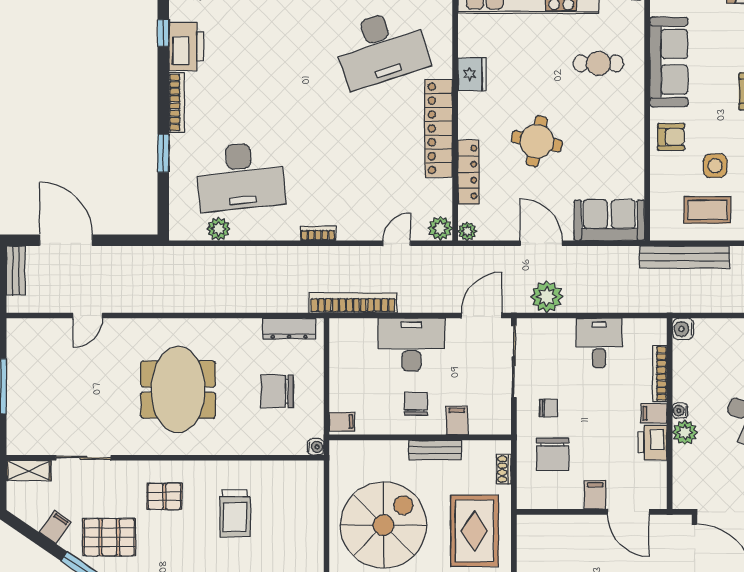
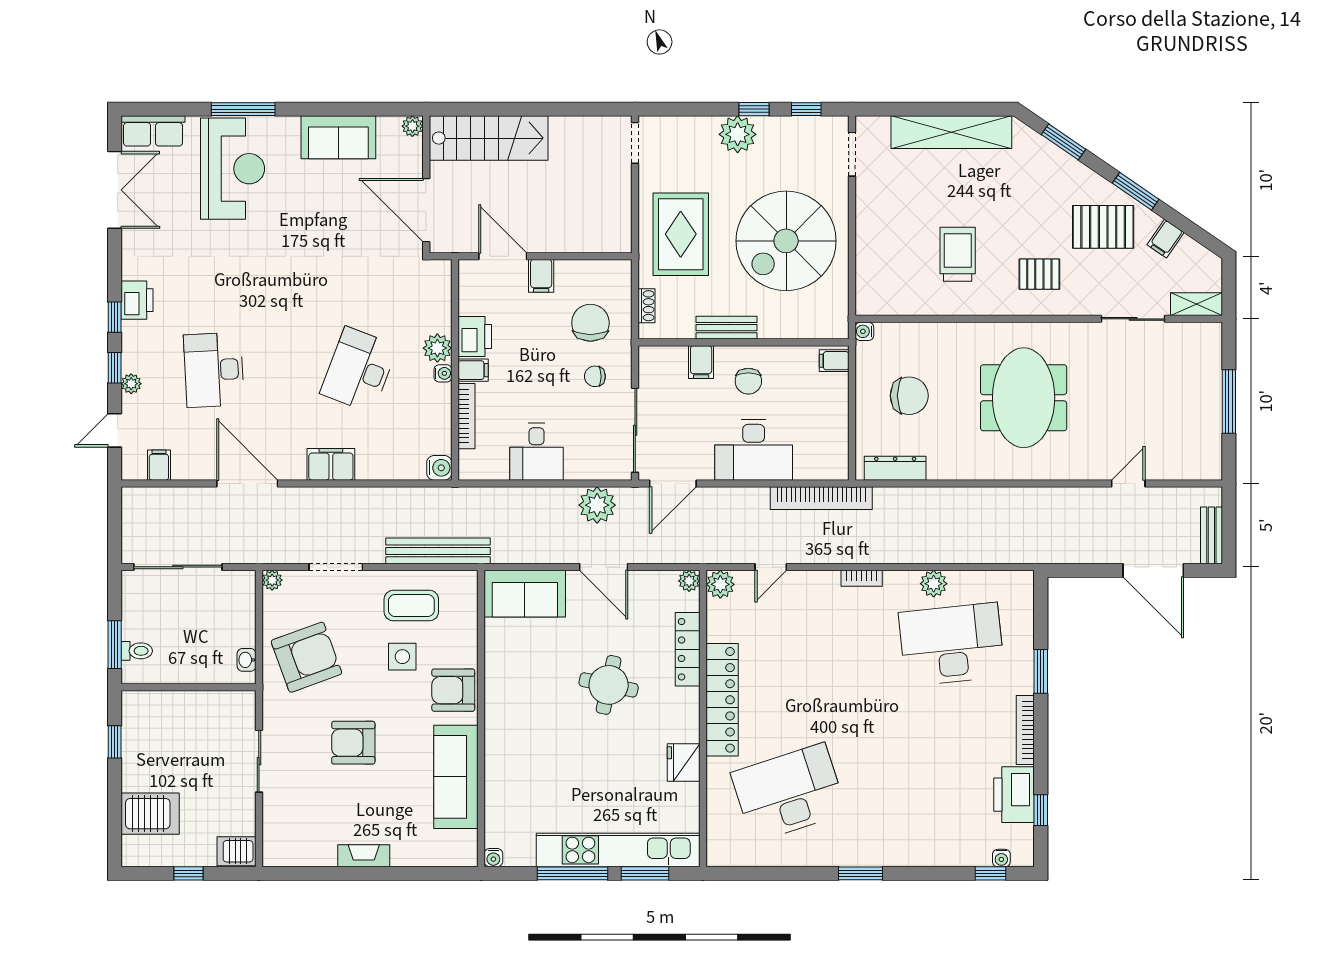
cafe table: (598, 63) -> (537, 775), removed
armchair: (671, 137) -> (453, 690), width x1.38, depth x1.38
plant: (219, 229) -> (934, 584), moved

